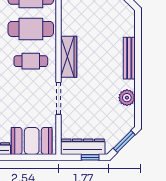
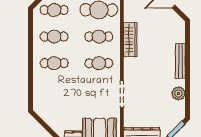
cafe table: (31, 29) -> (99, 37), width x0.73, depth x0.74
wardrobe: (69, 57) -> (130, 40), moved

